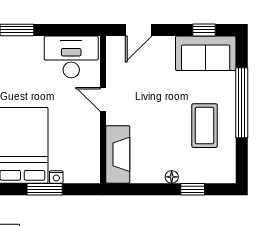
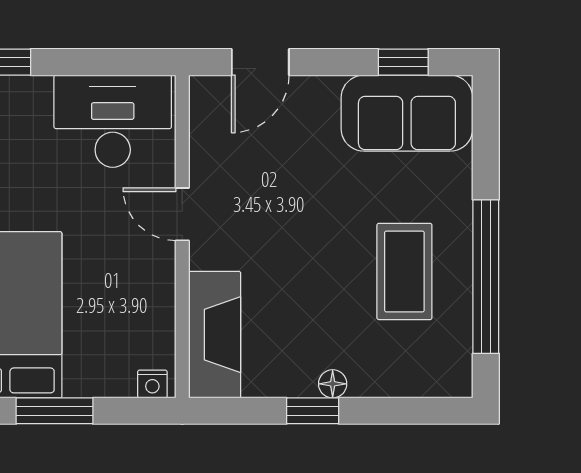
window: (242, 103) -> (486, 277), moved
nightstand: (56, 177) -> (152, 384), moved
window: (193, 189) -> (313, 411), moved

